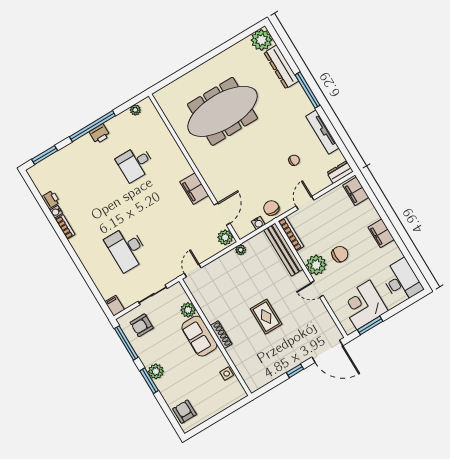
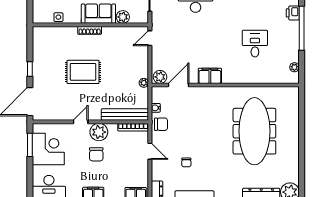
printer: (100, 134) -> (293, 13), moved
door: (222, 214) -> (179, 85), swing flipped
door: (193, 271) -> (150, 38), swing flipped
rug: (266, 317) -> (83, 72), width x1.36, depth x1.43

